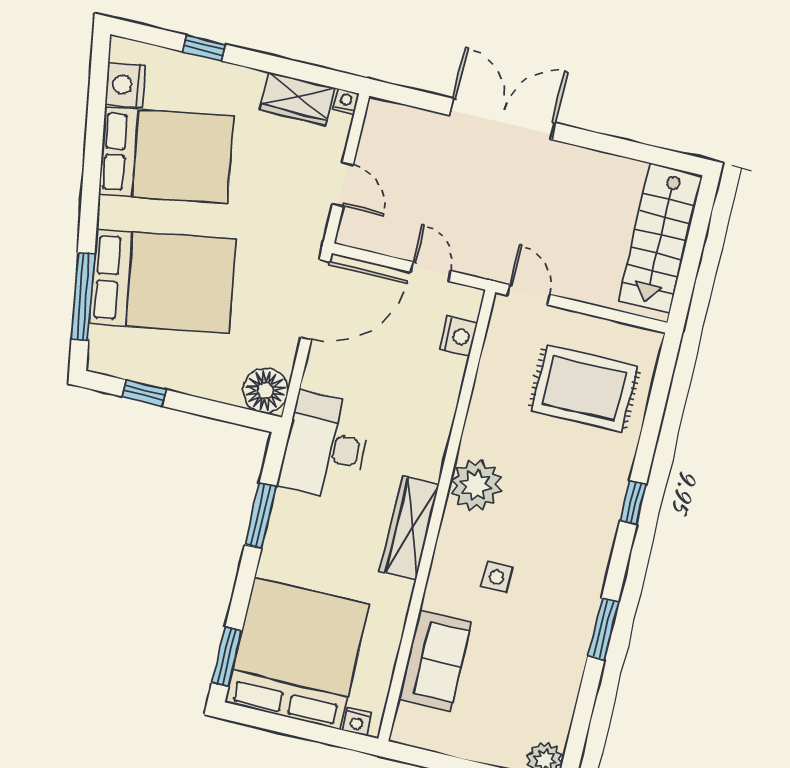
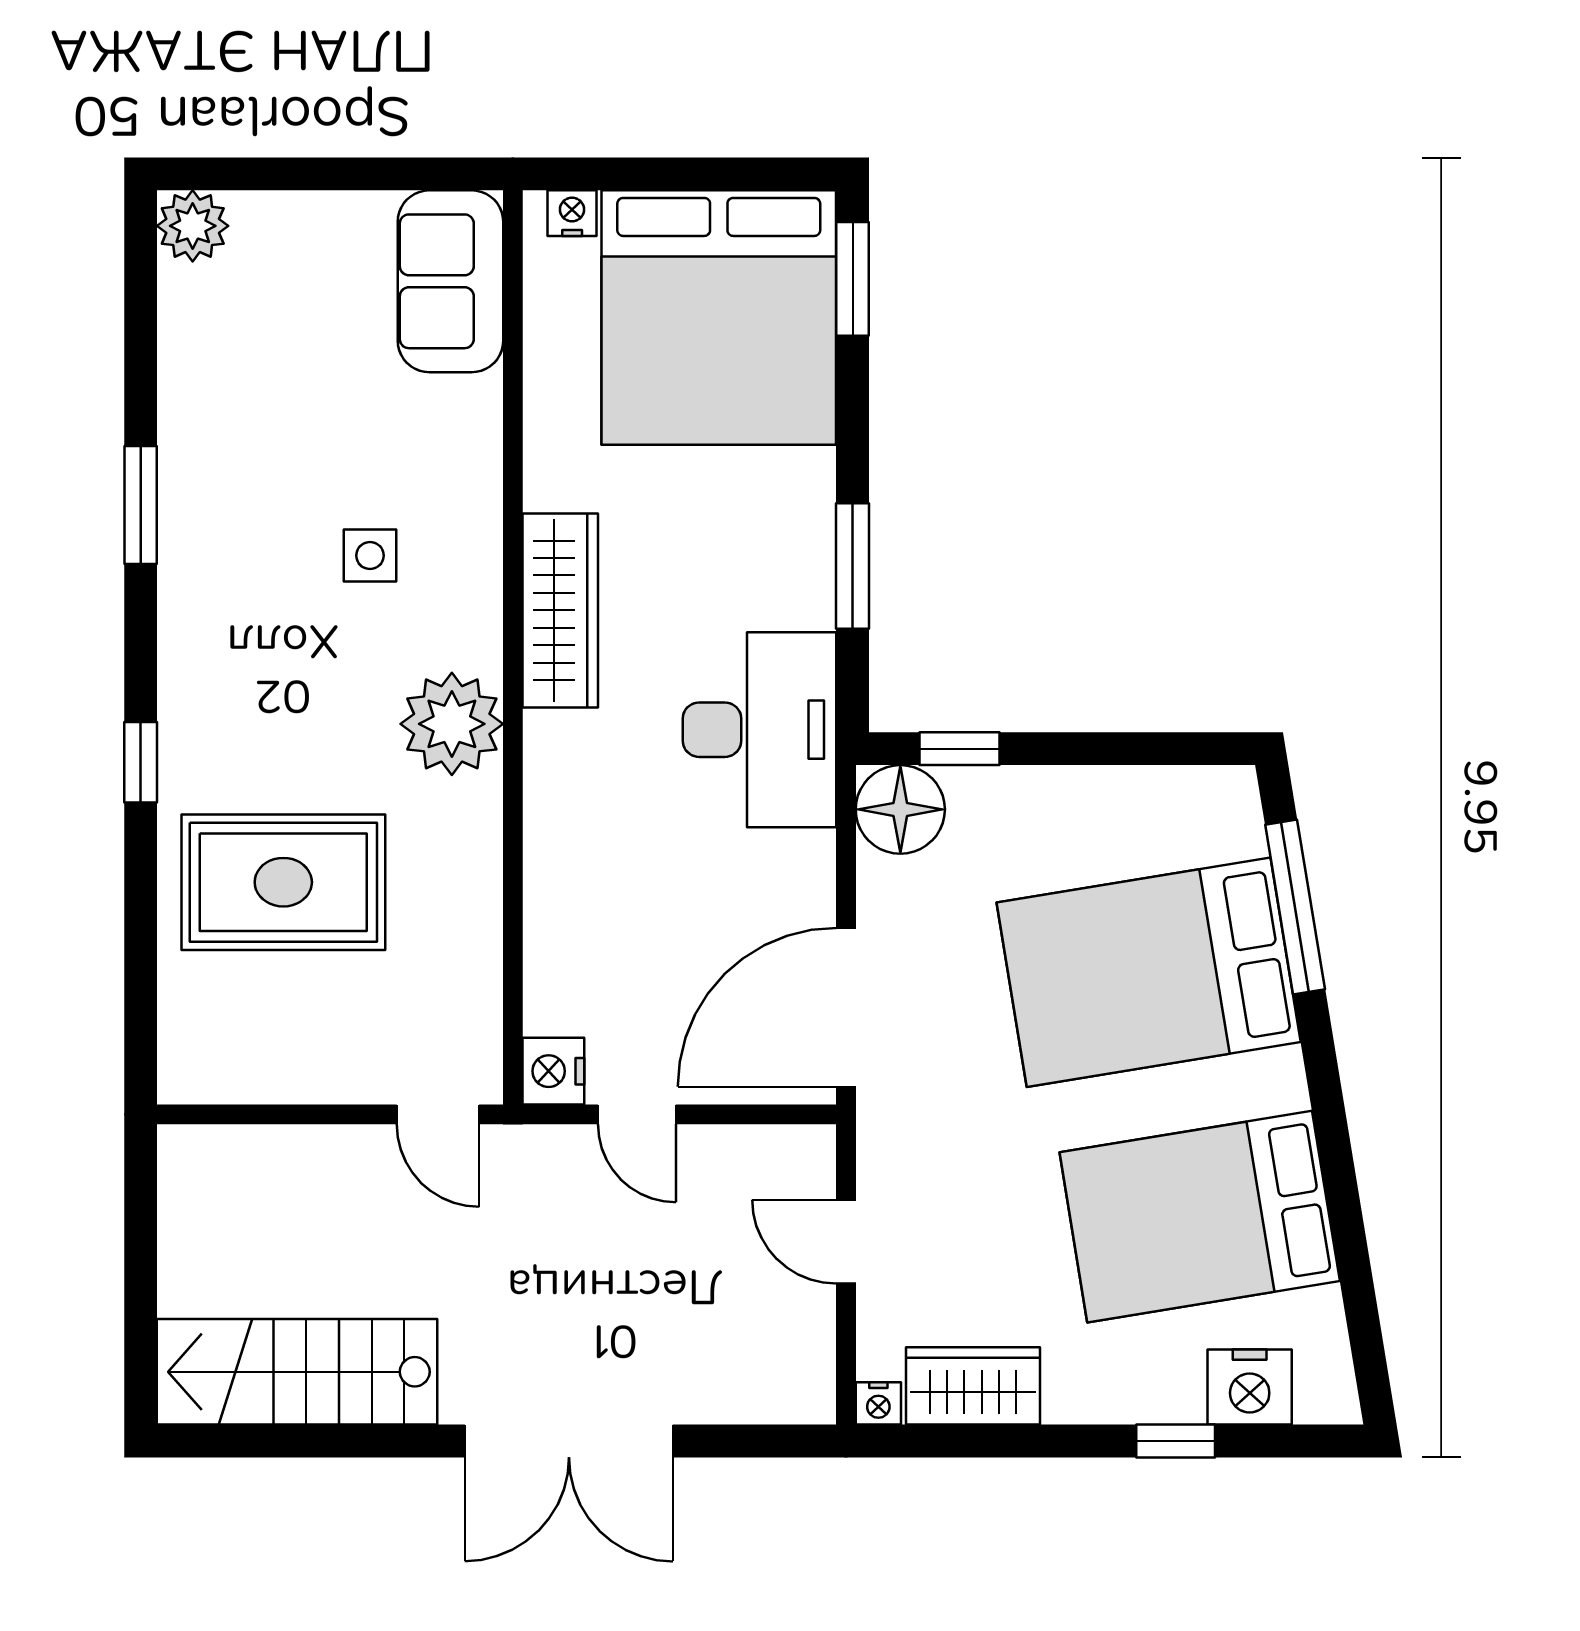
nightstand: (125, 85) -> (1250, 1387), moved, turned 99
stairs: (660, 238) -> (297, 1372), moved, turned -90
nightstand: (458, 336) -> (553, 1071), moved
rug: (584, 388) -> (283, 882), moved
window: (144, 393) -> (959, 749), moved
sofa: (435, 661) -> (450, 281), moved

